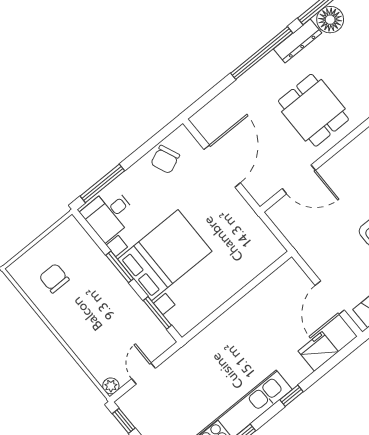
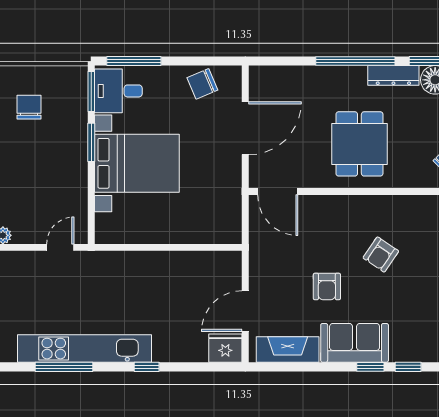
door: (299, 179) -> (278, 192), moved
window: (157, 313) -> (91, 91), moved
fridge: (318, 351) -> (225, 348), moved
door: (144, 373) -> (60, 247), moved

